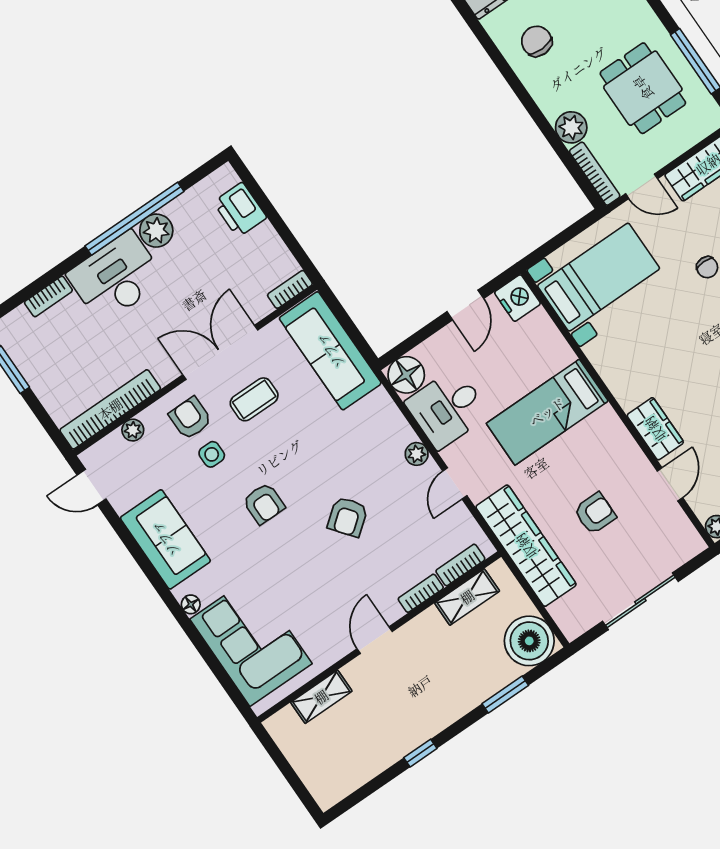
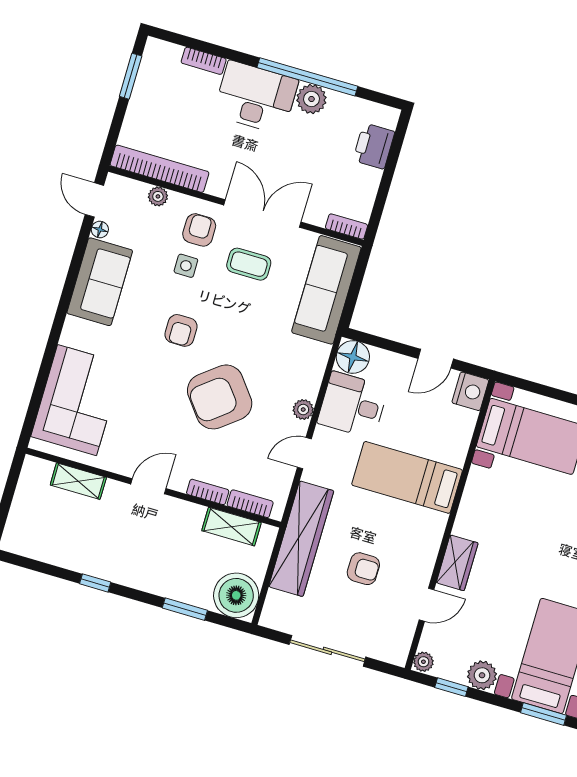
armchair: (348, 517) -> (220, 397), width x1.88, depth x1.88
floor lamp: (191, 604) -> (100, 230), moved

